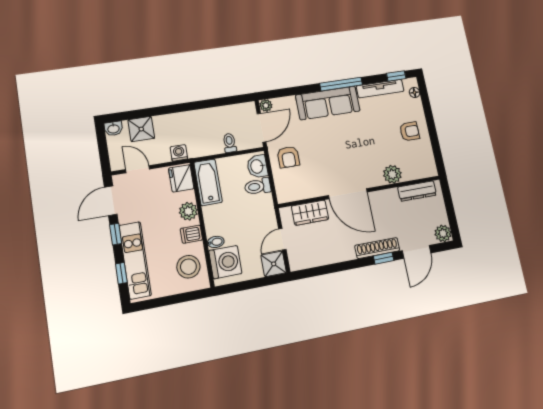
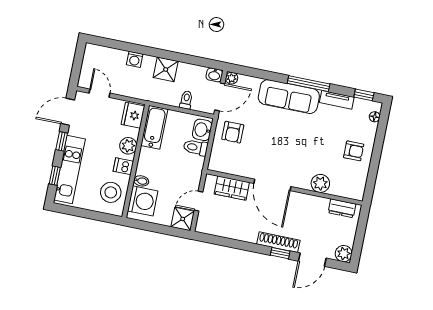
tv unit: (380, 89) -> (337, 100), width x0.71
washbasin: (113, 129) -> (214, 75), moved
shower: (141, 129) -> (166, 69), moved
washing machine: (179, 153) -> (135, 59), moved, turned 180
dresser: (417, 191) -> (342, 208), width x0.70

